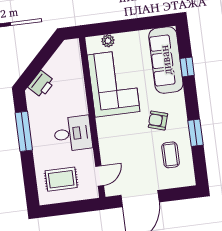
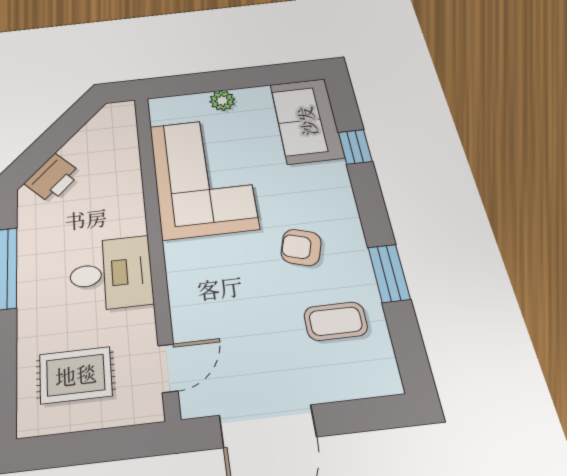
plant: (108, 41) -> (222, 101), moved
sofa: (166, 60) -> (307, 121), width x0.73
coffee table: (171, 155) -> (336, 321), turned 90

